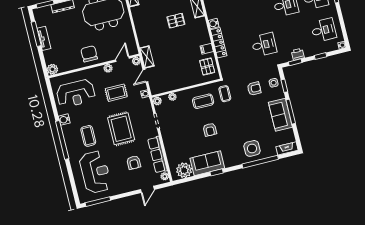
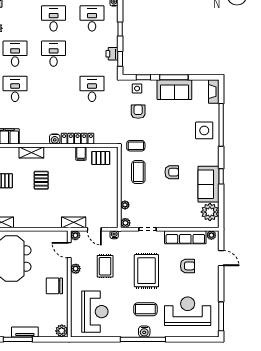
water cooler: (64, 120) -> (144, 331), moved
rug: (121, 129) -> (146, 271), turned 90

